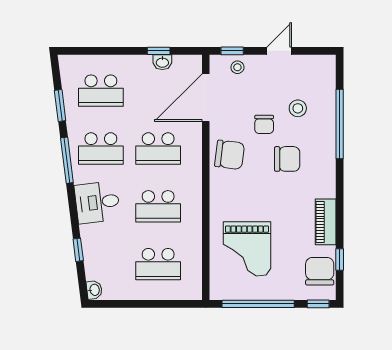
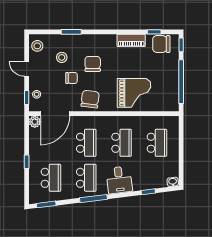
window: (159, 51) -> (27, 162), moved
washbasin: (162, 62) -> (33, 140), removed
plant: (192, 64) -> (35, 122), added
stool: (317, 68) -> (37, 46), added
door: (206, 98) -> (55, 114), hinge flipped
window: (60, 106) -> (46, 204), moved
window: (340, 124) -> (71, 32), width x0.47
grand piano: (247, 249) -> (134, 93), moved

